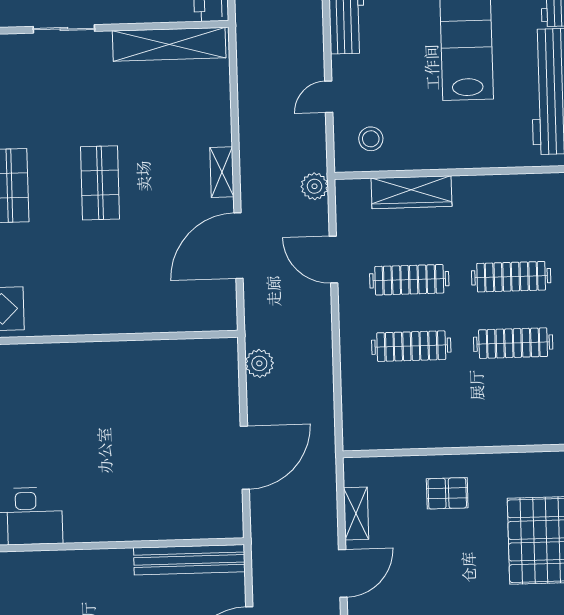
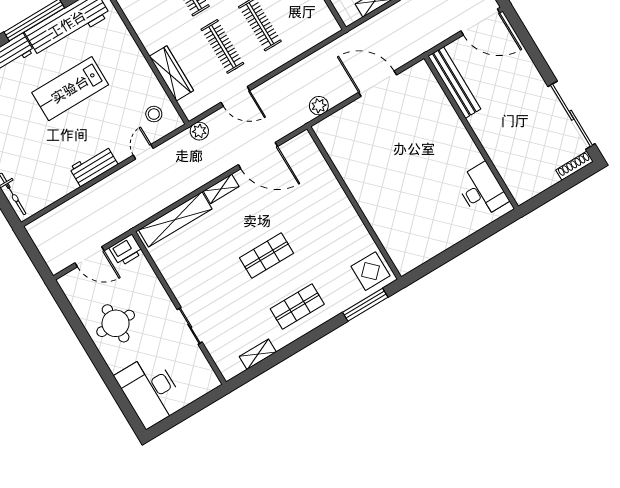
shelving: (169, 44) -> (175, 219), moved, turned 90
door: (329, 97) -> (143, 152), swing flipped
door: (334, 260) -> (235, 96), hinge flipped

